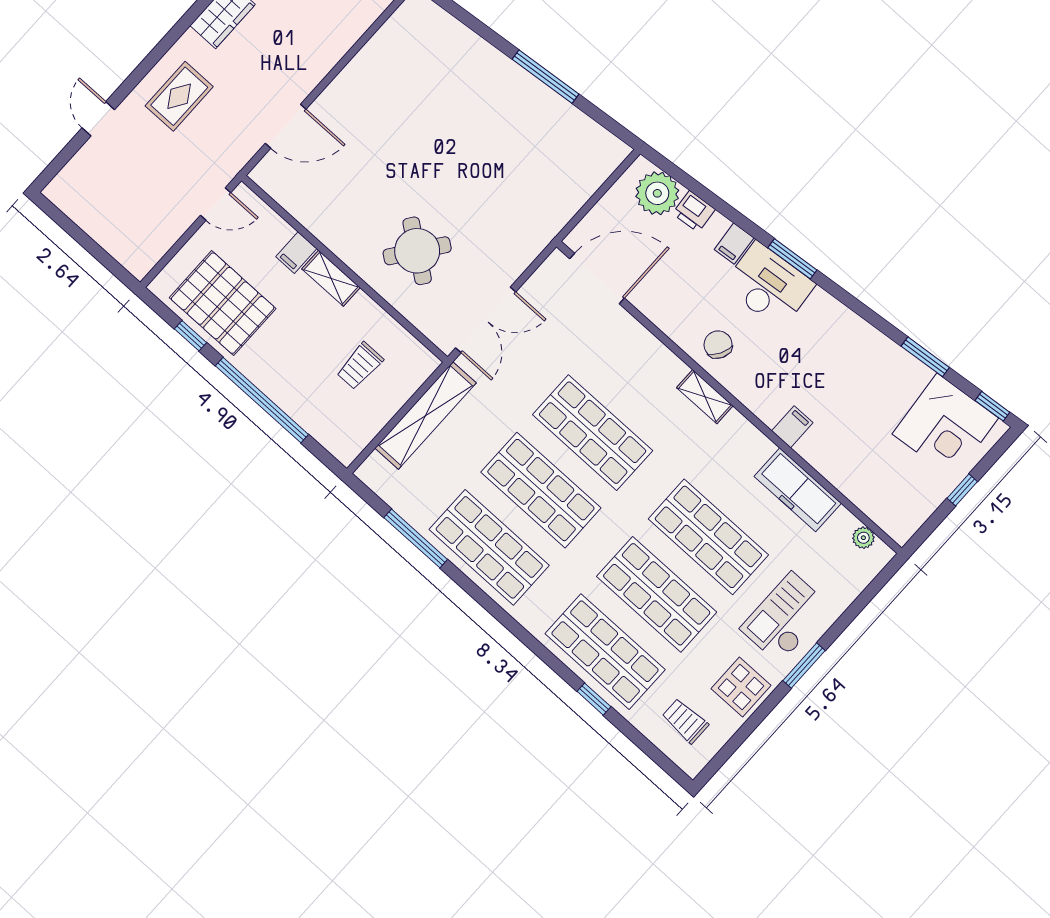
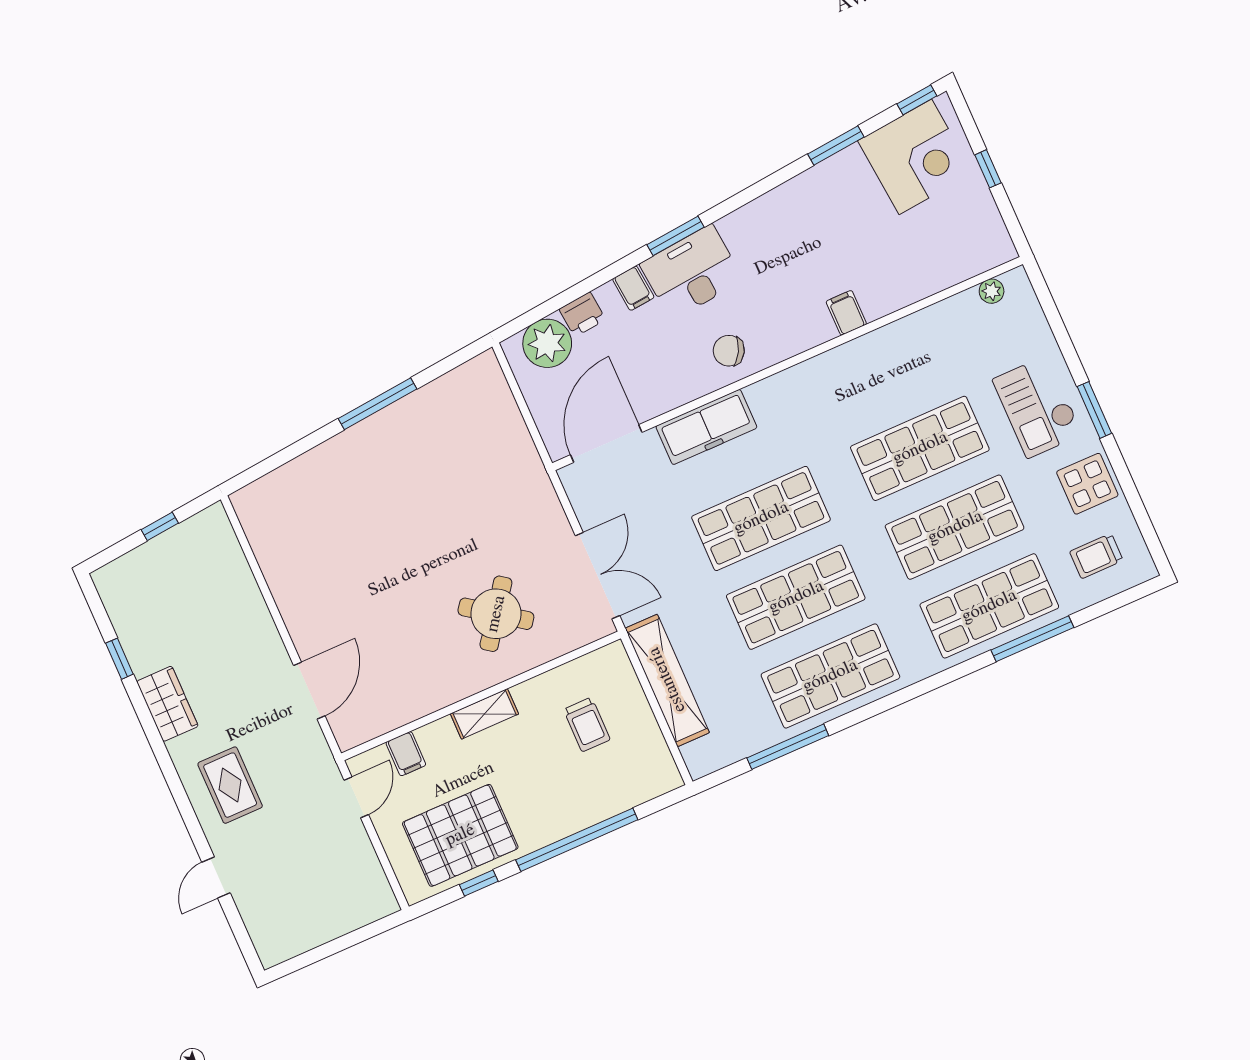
door: (98, 119) -> (216, 878), hinge flipped
filing cabinet: (296, 253) -> (406, 754), moved
shelving: (705, 397) -> (776, 388), removed
freezer: (798, 490) -> (706, 427), moved
window: (594, 699) -> (1032, 639), width x2.17

